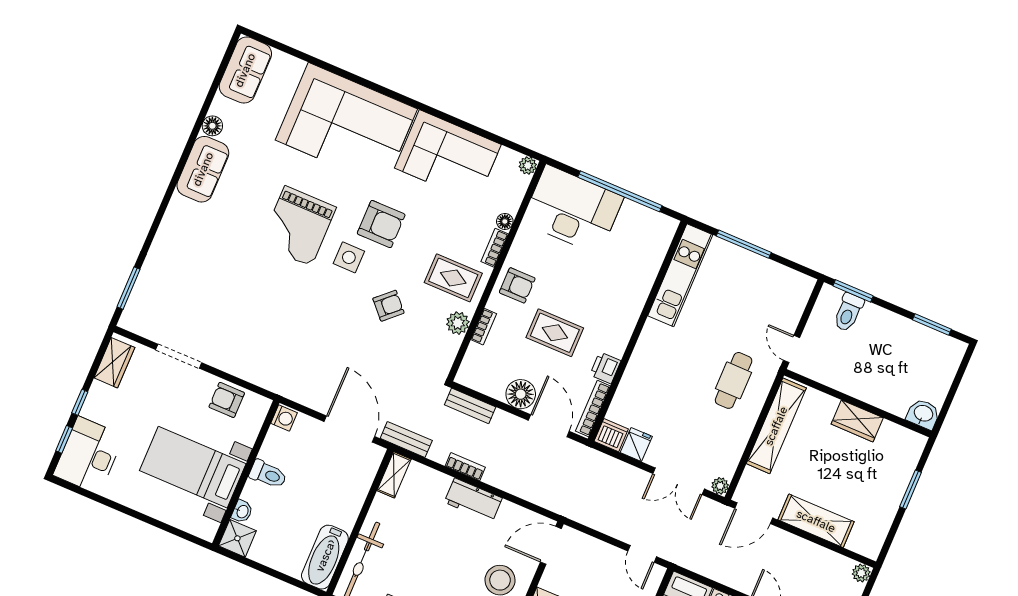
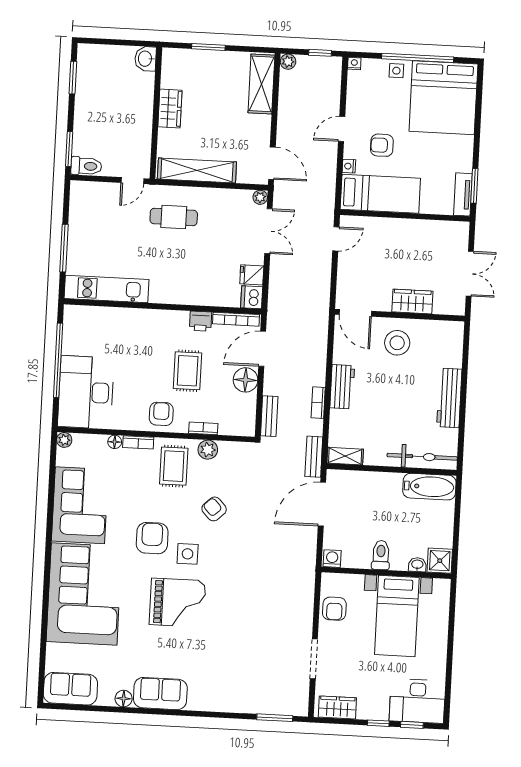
toilet: (848, 312) -> (86, 166), moved
shelving: (816, 521) -> (261, 84), moved

